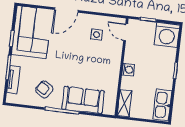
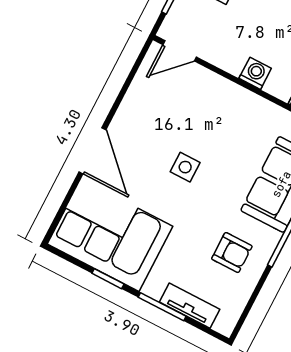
side table: (97, 35) -> (185, 167), moved
armchair: (44, 89) -> (232, 253), turned -123

